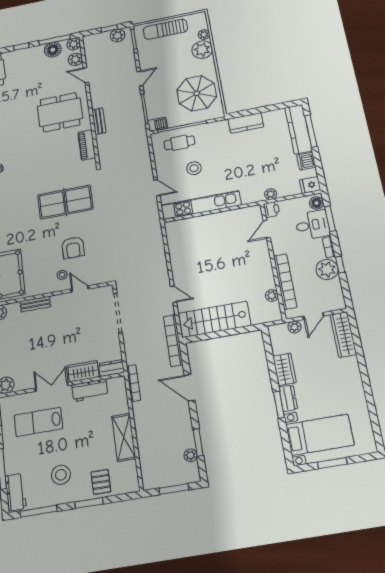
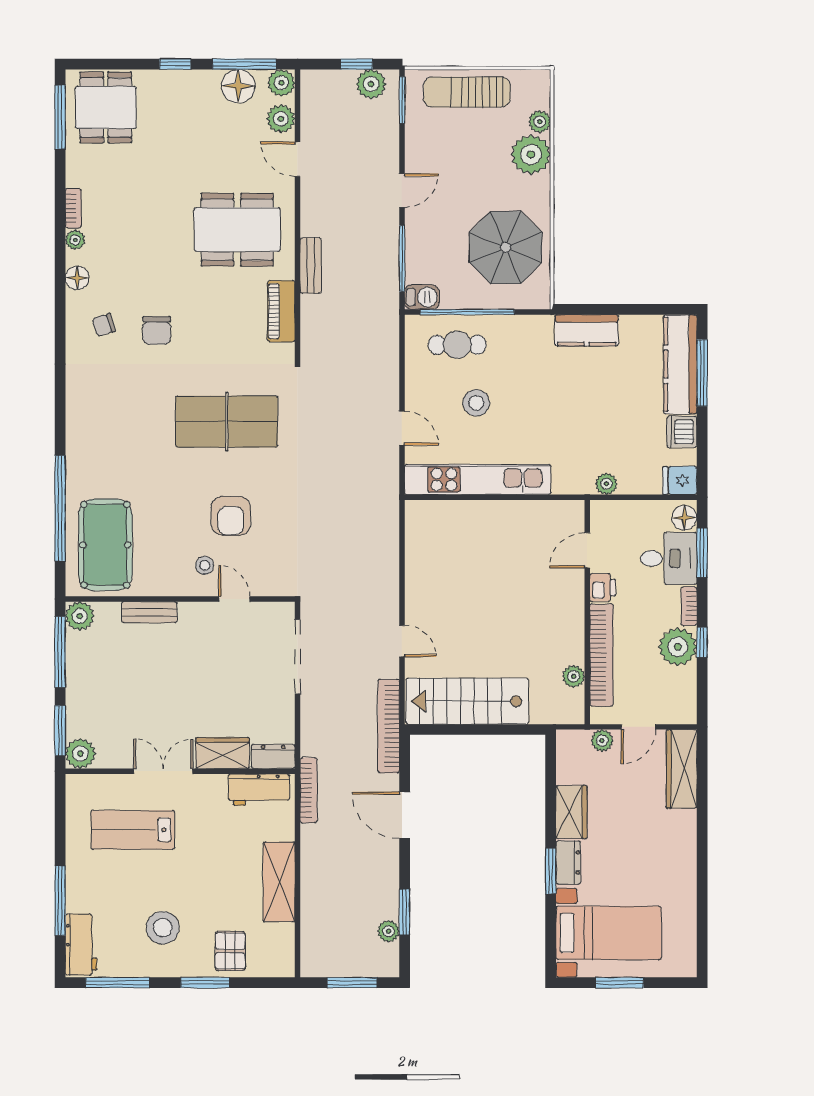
chair: (25, 166) -> (157, 330), added
printer: (272, 209) -> (603, 588), moved
workbench: (90, 390) -> (259, 790), moved

